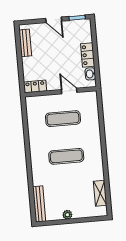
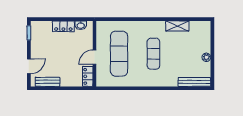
door: (54, 20) -> (29, 66), moved
door: (69, 91) -> (95, 57), moved
exercise mat: (63, 119) -> (119, 54), width x1.36, depth x1.45
shelving: (100, 193) -> (177, 26), moved

